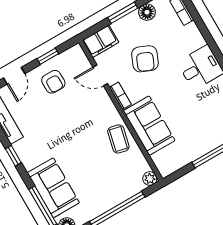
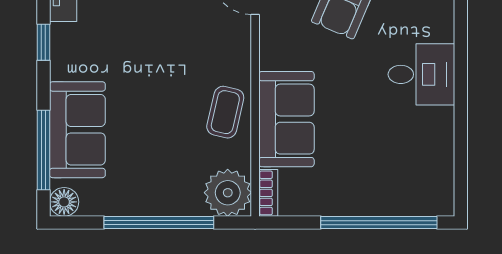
bookcase: (120, 96) -> (268, 193), moved
plant: (150, 179) -> (228, 193), width x1.87, depth x1.87

